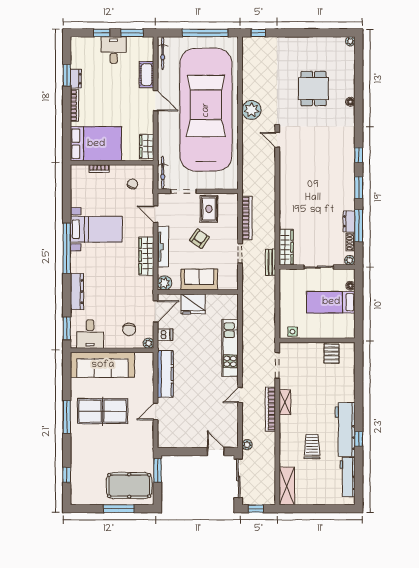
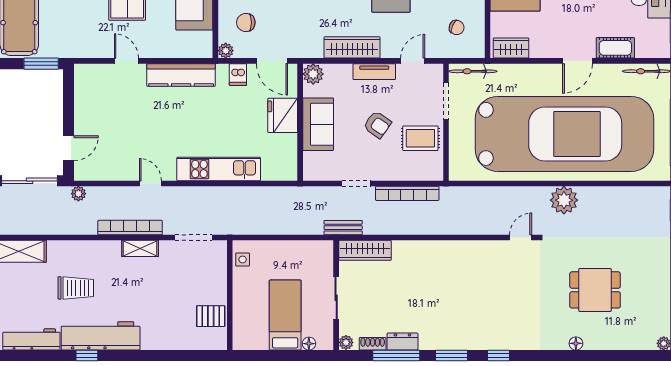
tv unit: (163, 247) -> (374, 72), width x0.71

